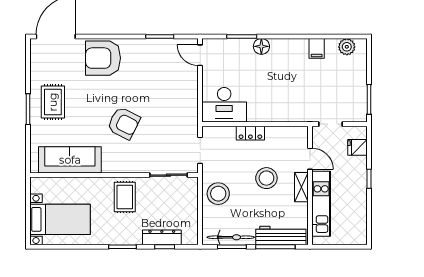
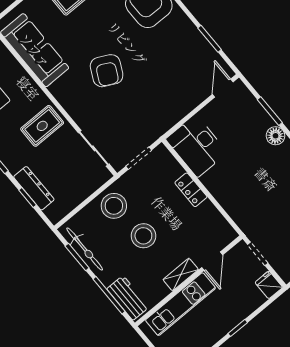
fridge: (357, 147) -> (269, 285), moved
stool: (266, 178) -> (143, 236), moved
workbench: (281, 235) -> (128, 298), width x0.73

